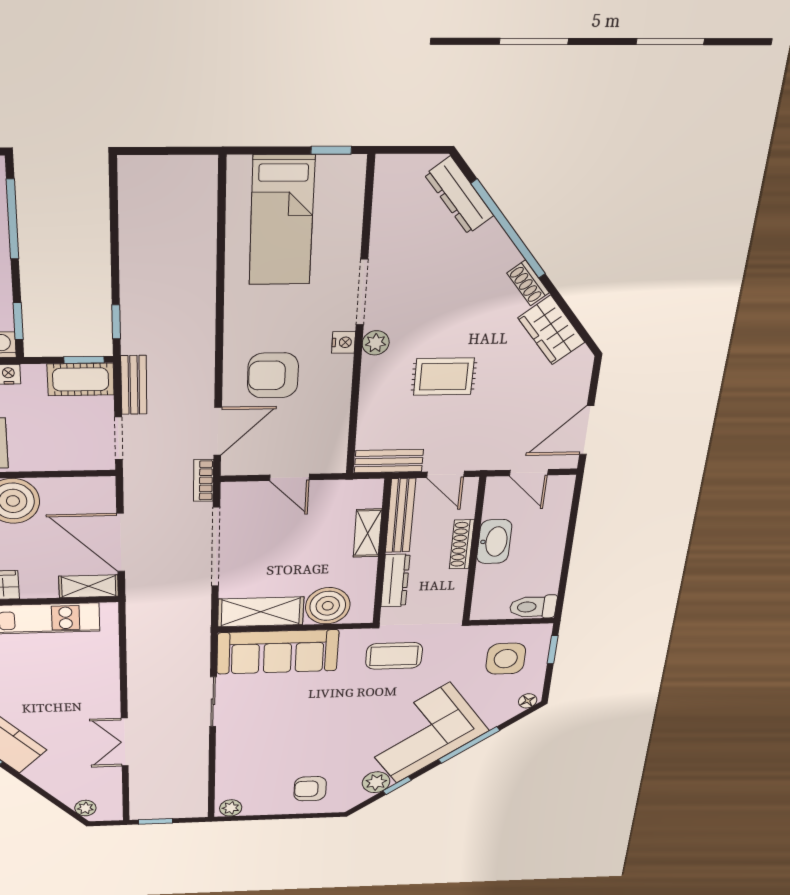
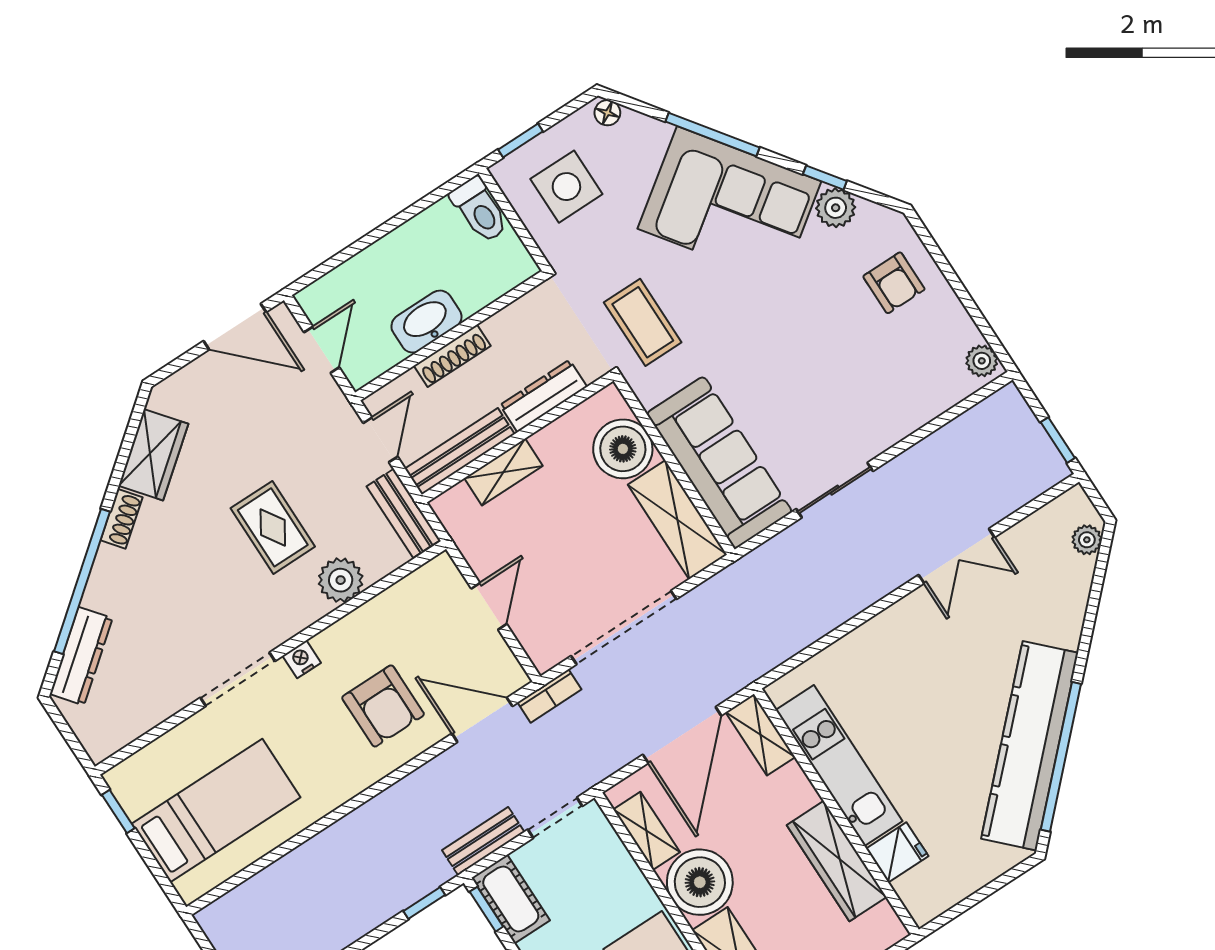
plant: (376, 343) -> (341, 580), moved, width x1.38, depth x1.38
shelving: (71, 488) -> (647, 831), added

